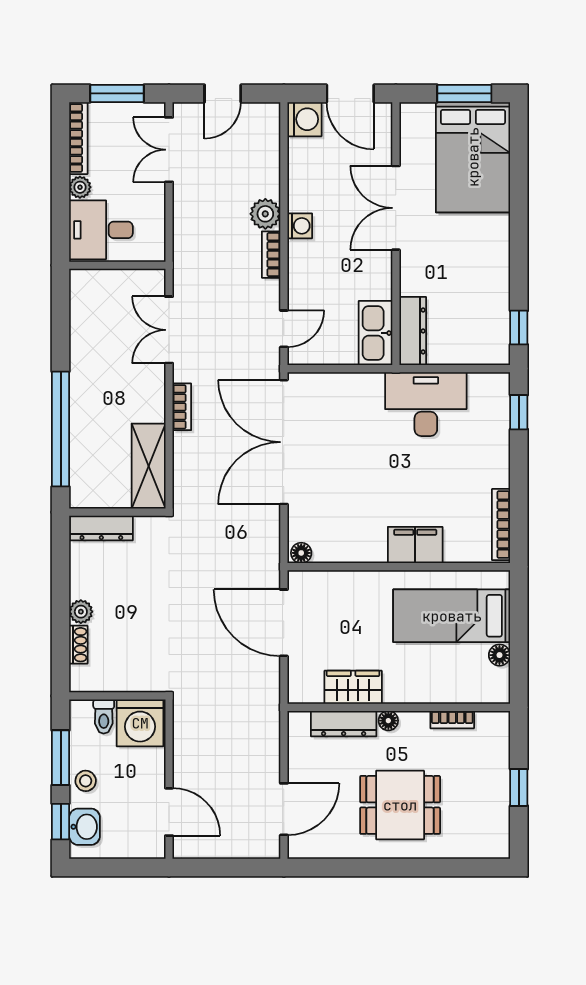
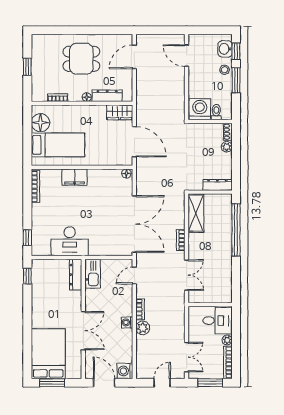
floor lamp: (499, 655) -> (40, 123), width x1.89, depth x1.89
wardrobe: (353, 687) -> (120, 112), moved
wall: (117, 696) -> (210, 122), moved
toilet: (104, 716) -> (216, 112), moved
washing machine: (140, 723) -> (200, 109), moved

